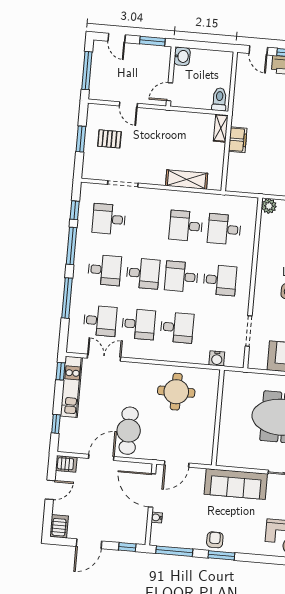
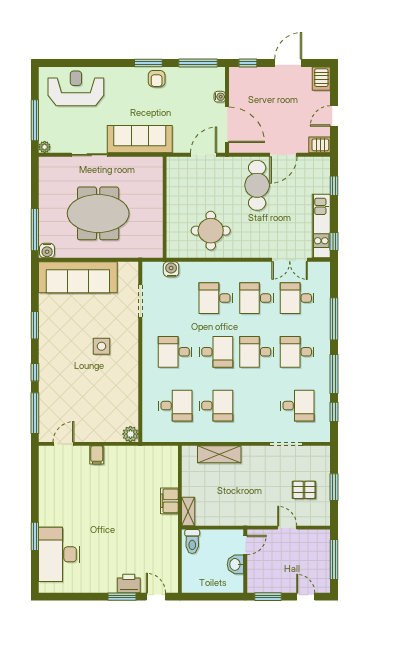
washbasin: (182, 56) -> (235, 564), moved

